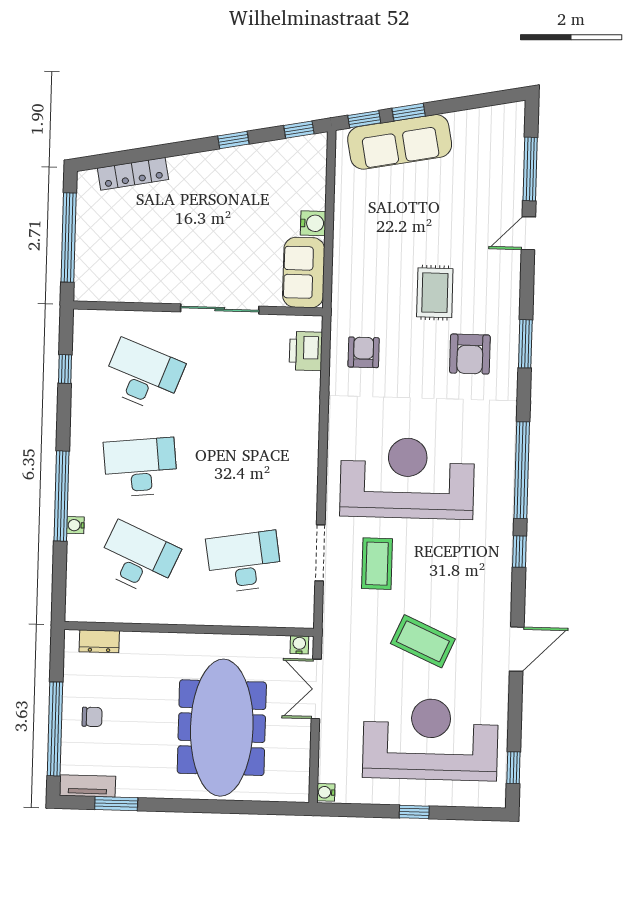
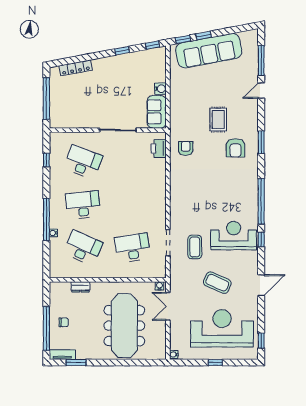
sofa: (400, 142) -> (209, 51), width x1.36, depth x1.27
reception desk: (407, 478) -> (234, 236), moved, width x0.74, depth x0.77
dresser: (99, 641) -> (80, 287), moved

